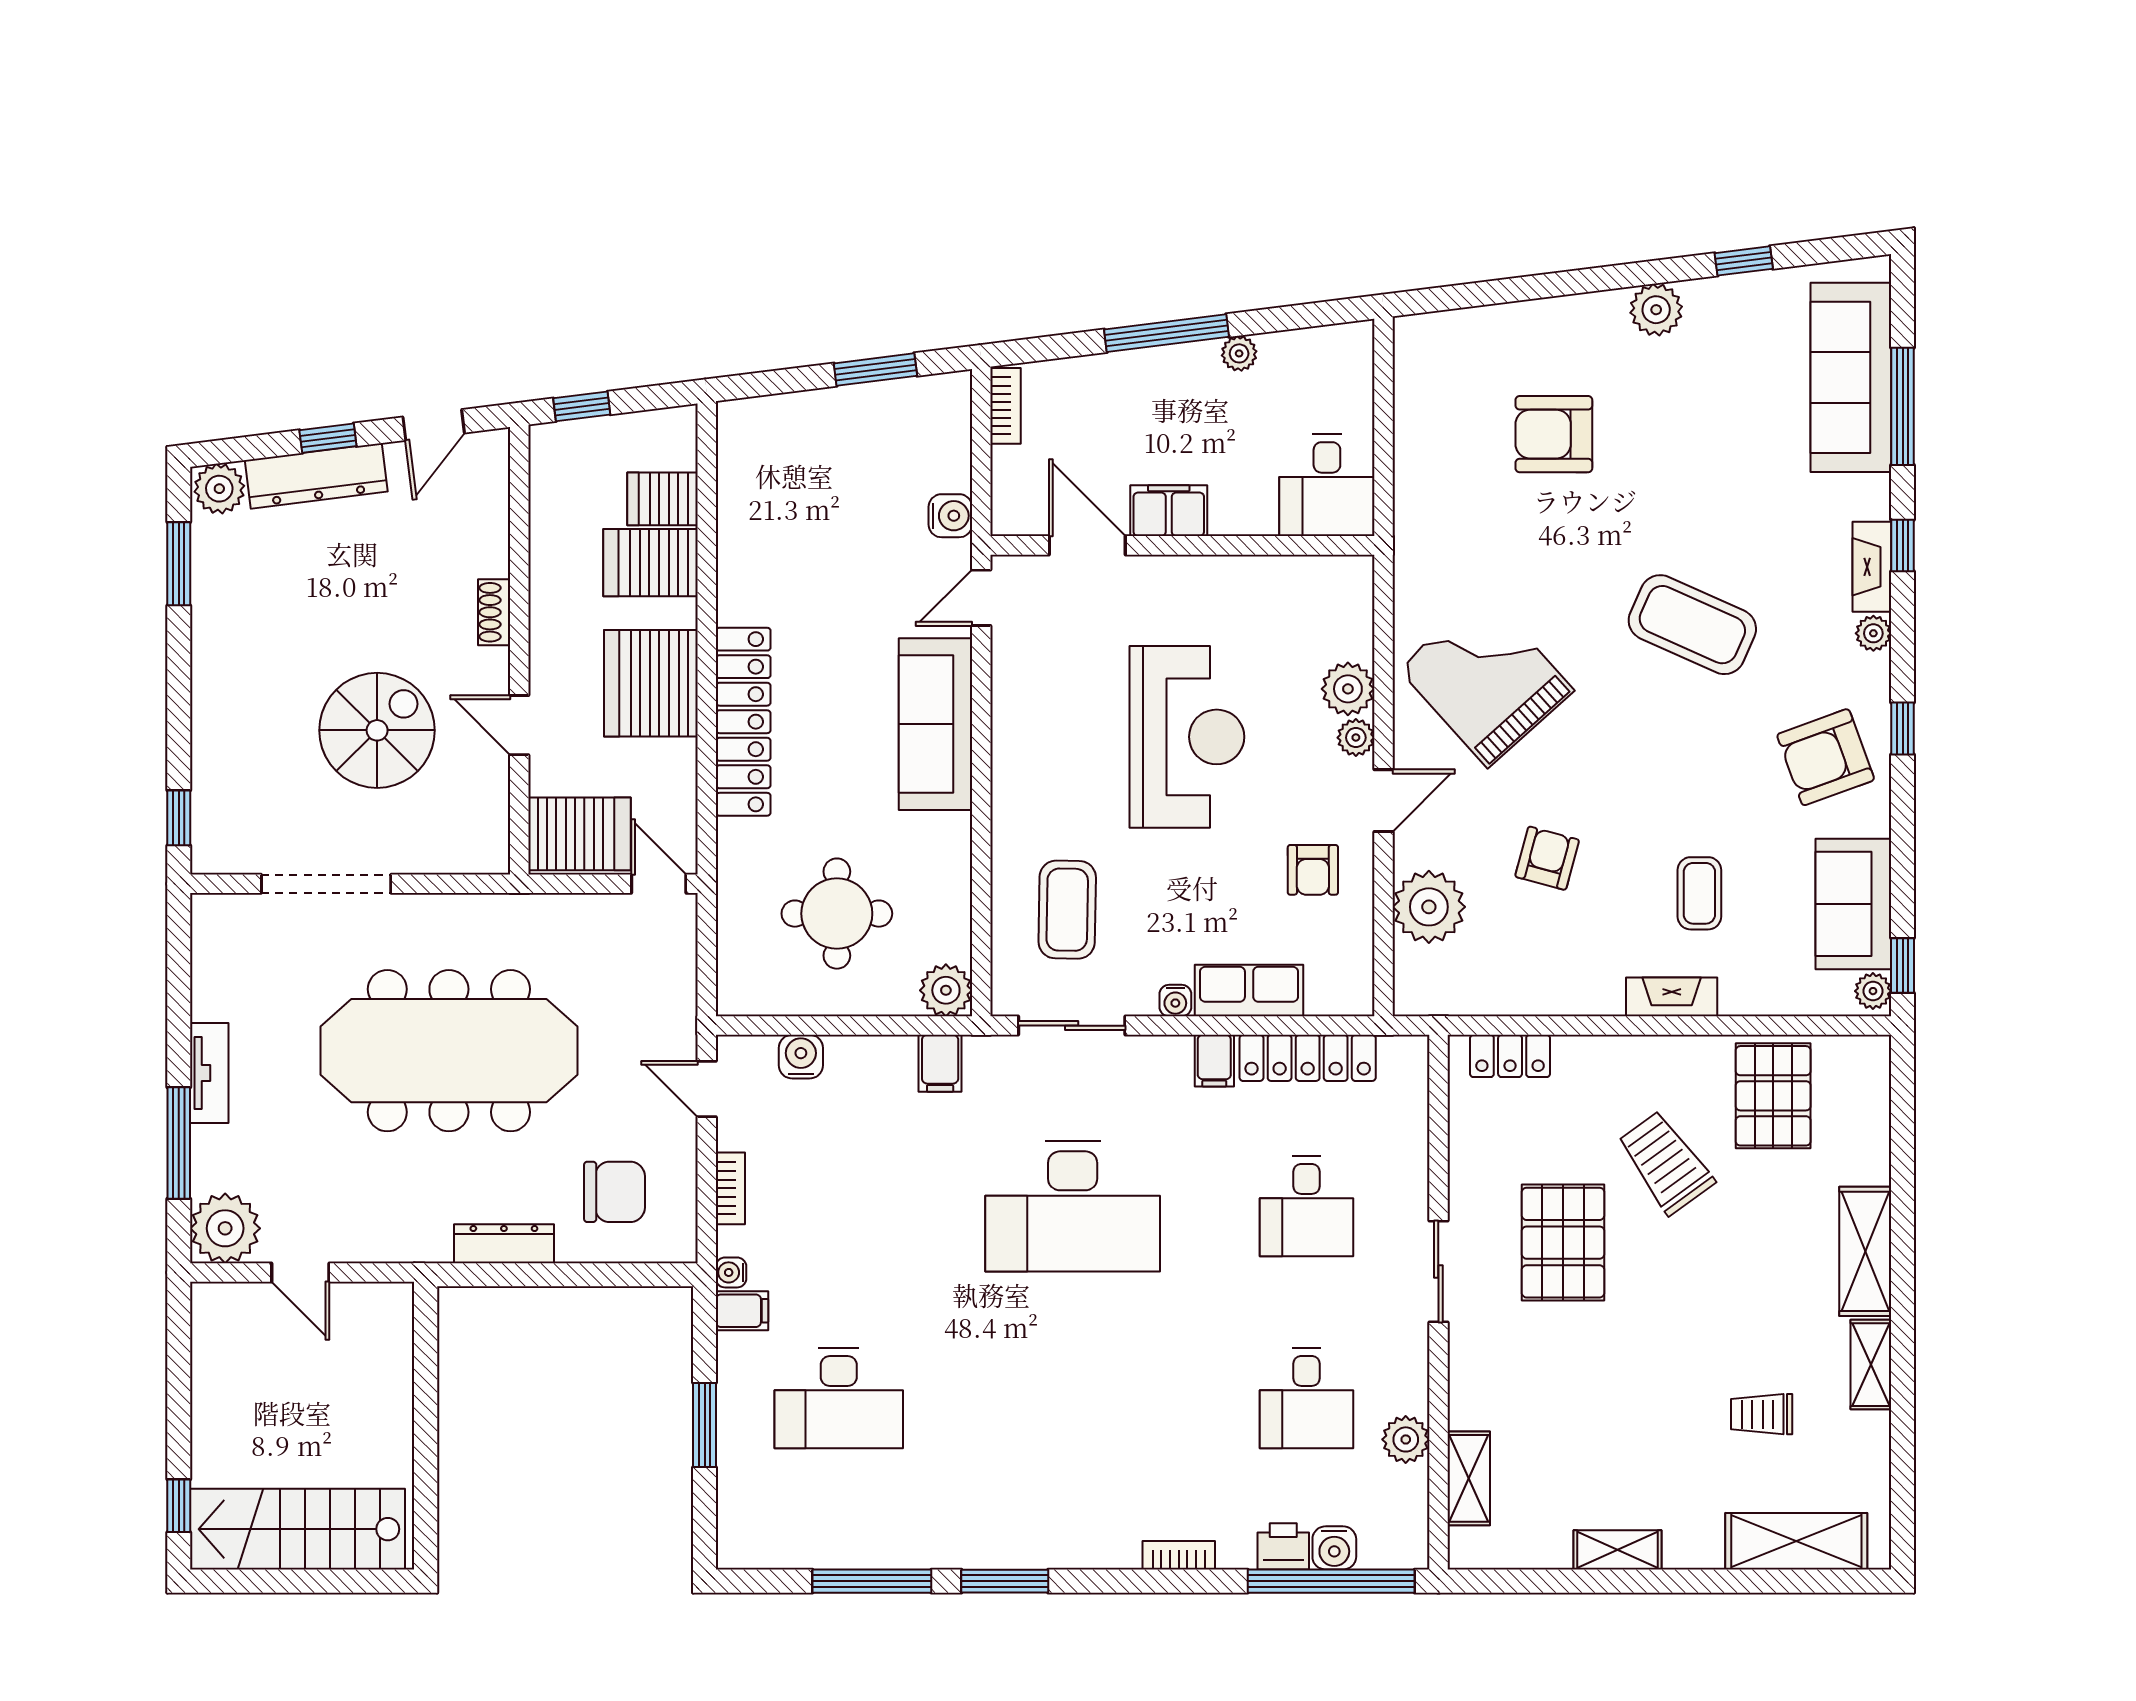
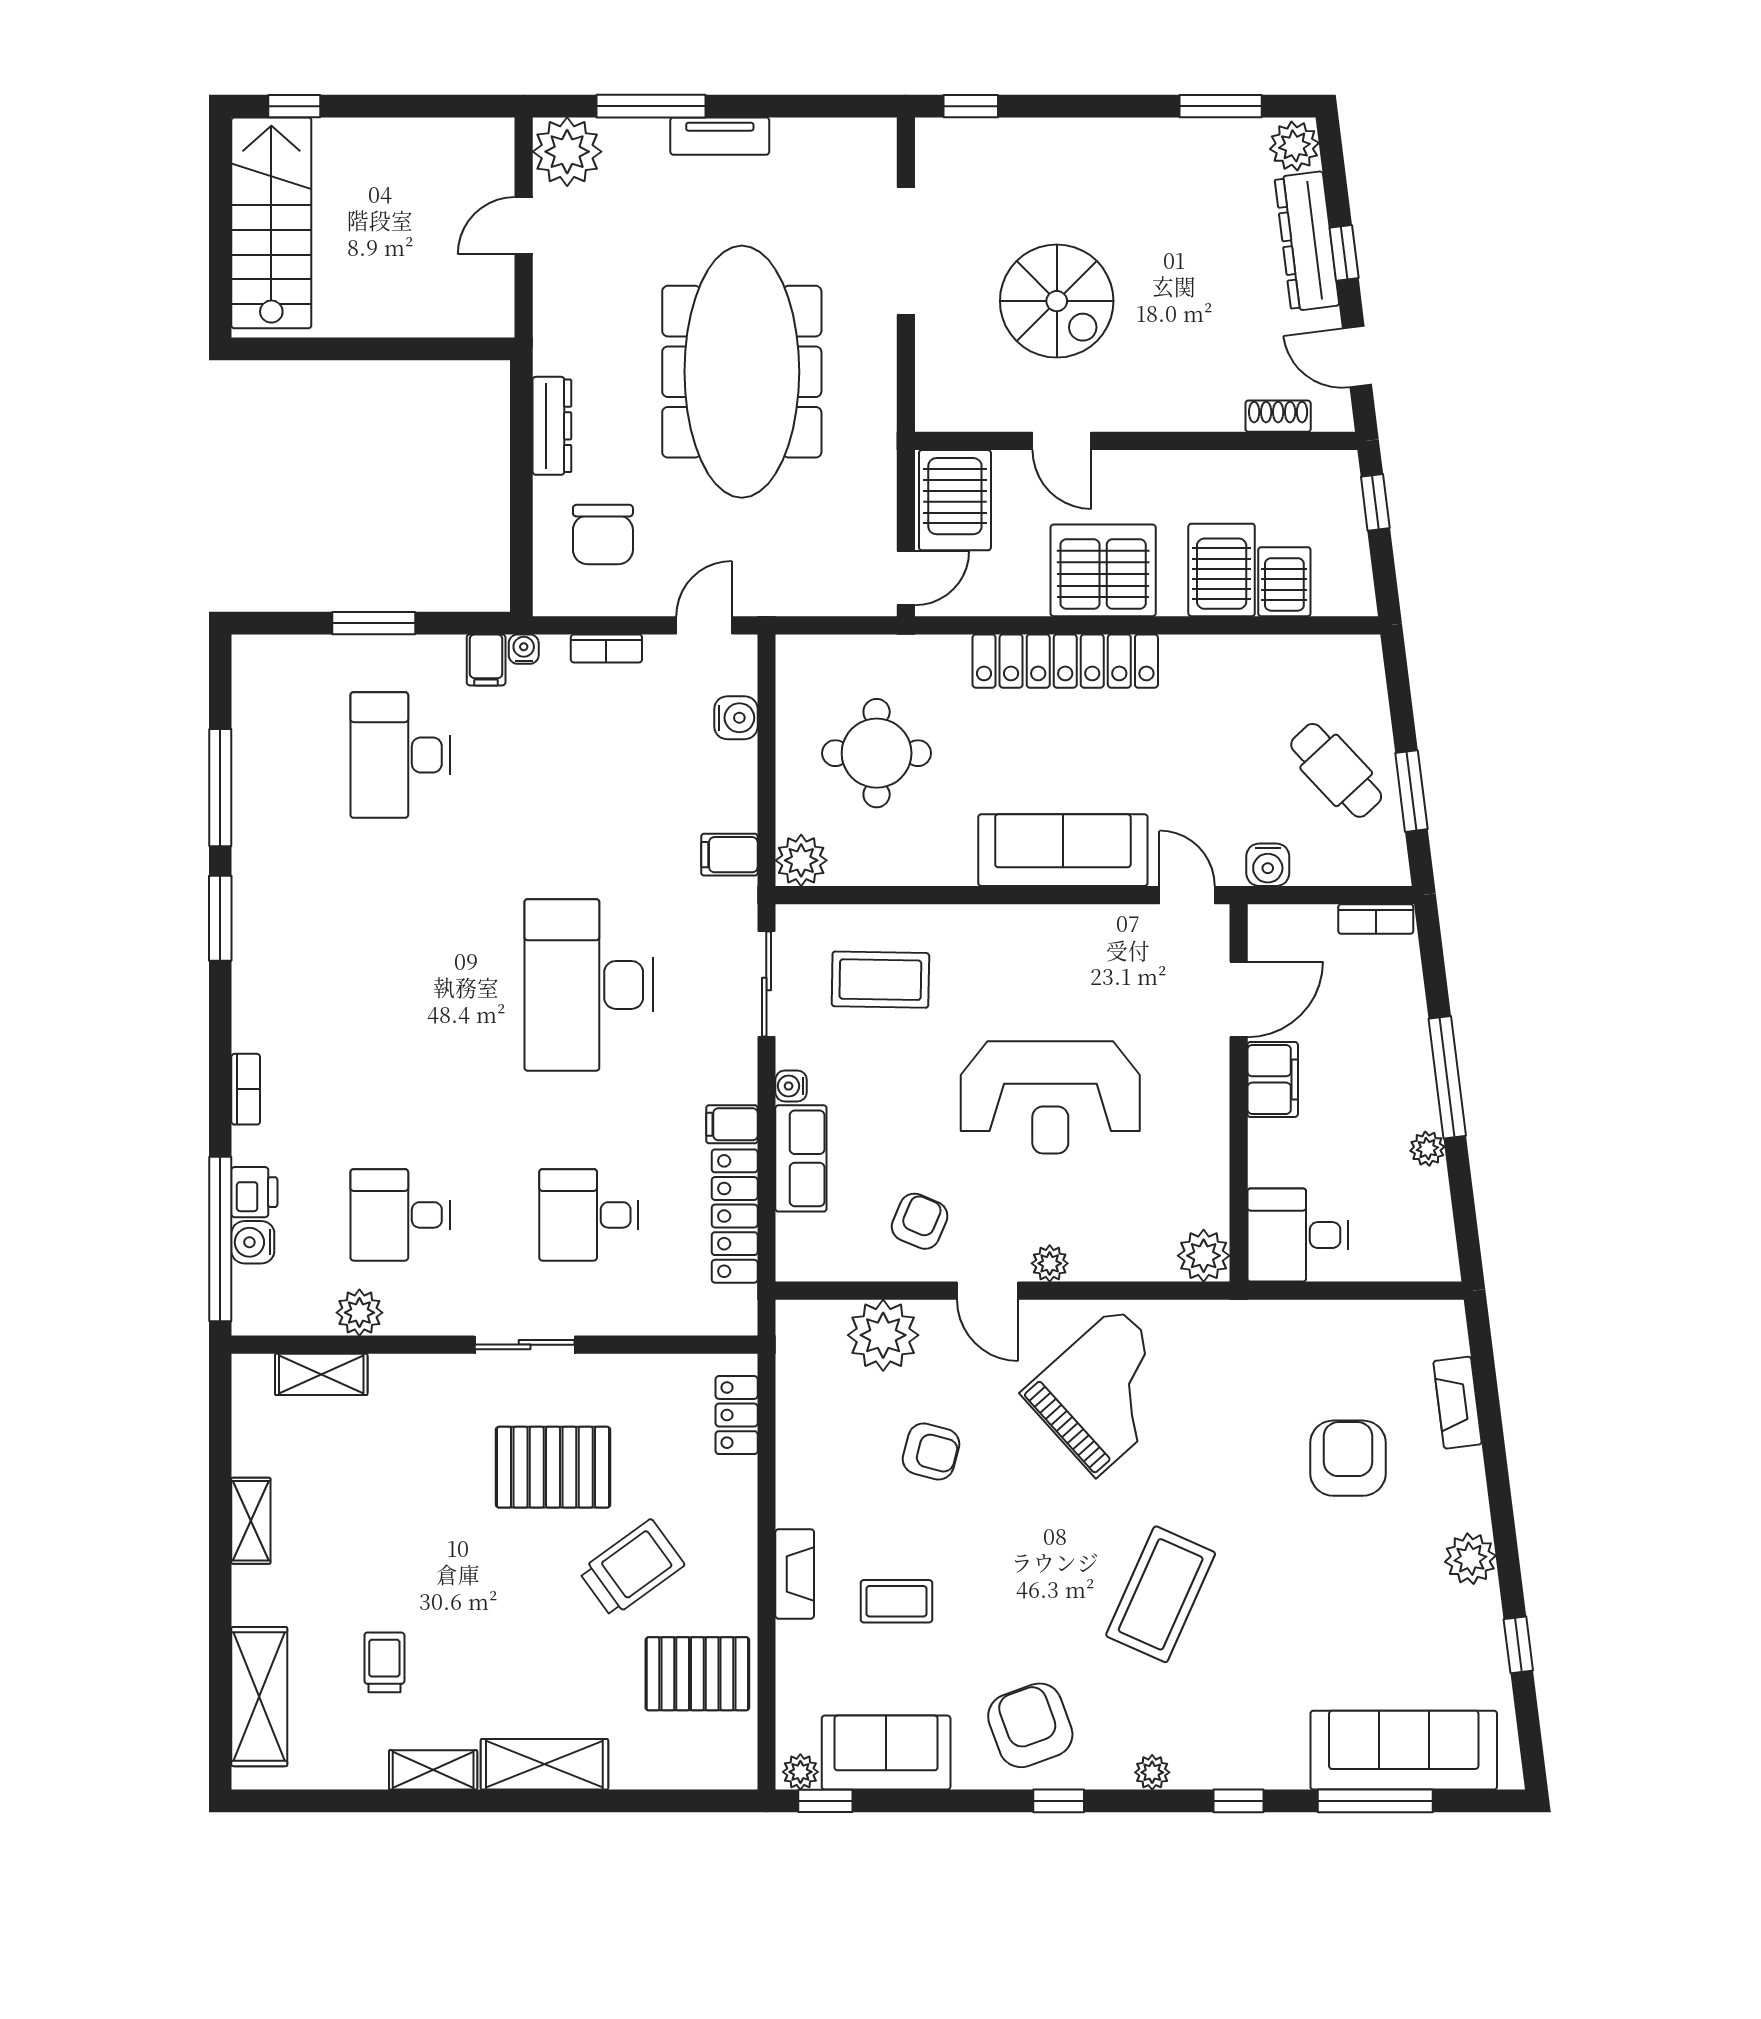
cafe table: (854, 446) -> (1336, 770), added
fireplace: (1872, 567) -> (1458, 1403), moved, turned -97
shoe rack: (494, 612) -> (1278, 416), moved
plant: (1348, 689) -> (1204, 1256), moved
door: (519, 725) -> (1062, 441), swing flipped
armchair: (1313, 870) -> (920, 1221), turned 113

